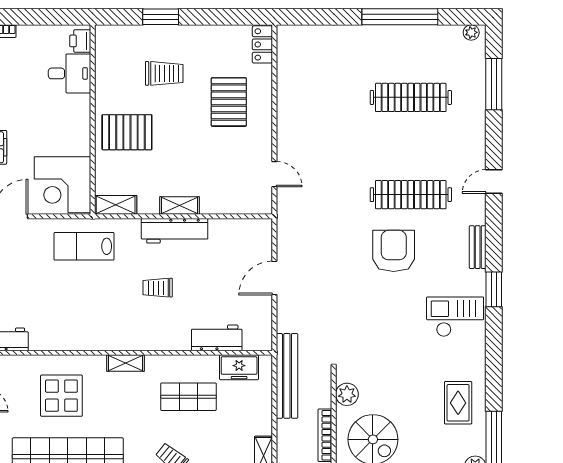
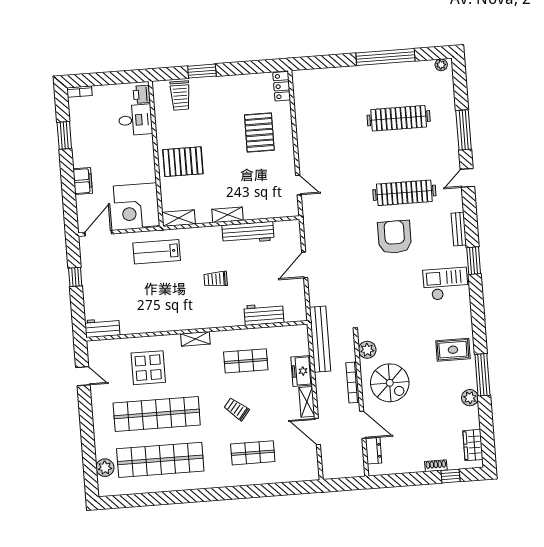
trolley: (164, 73) -> (180, 95), moved, turned 90
window: (494, 84) -> (464, 130), moved
workbench: (175, 231) -> (248, 233), moved
freezer: (239, 367) -> (302, 371), moved, turned 90
rug: (458, 403) -> (453, 350), turned 90

